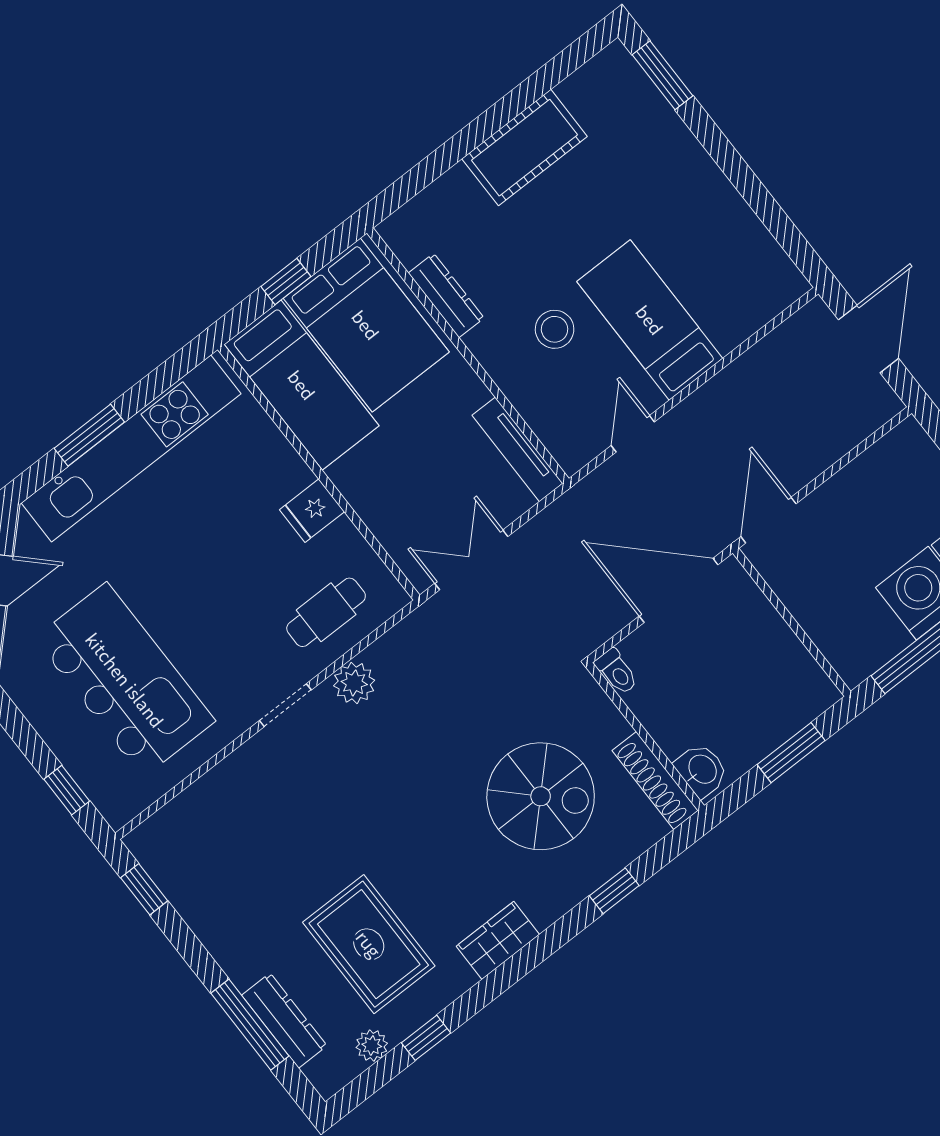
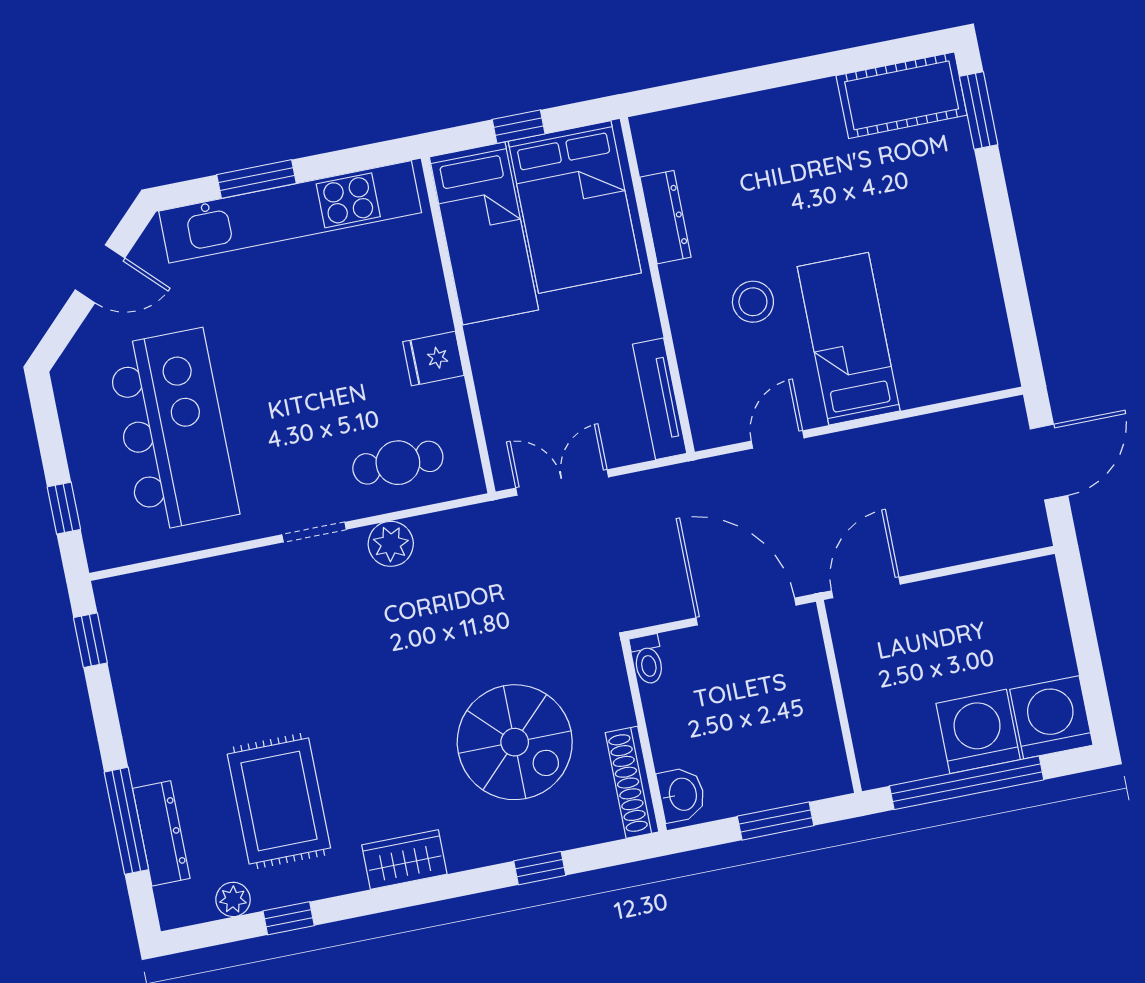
cot: (525, 148) -> (902, 95), moved

